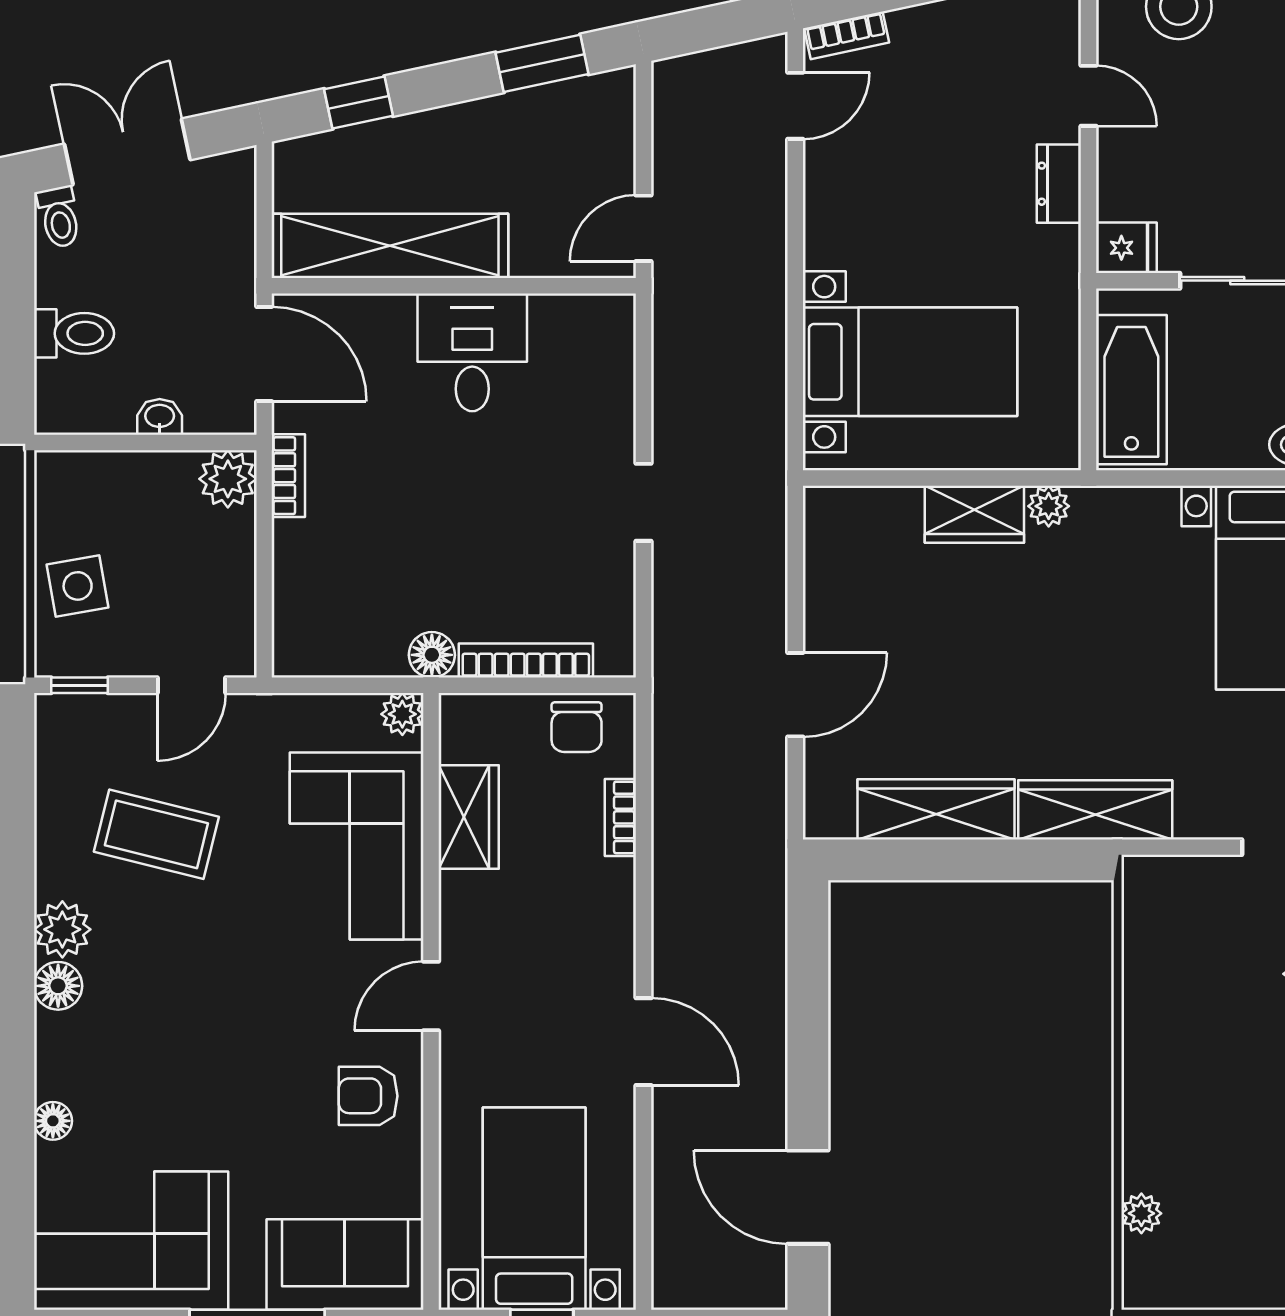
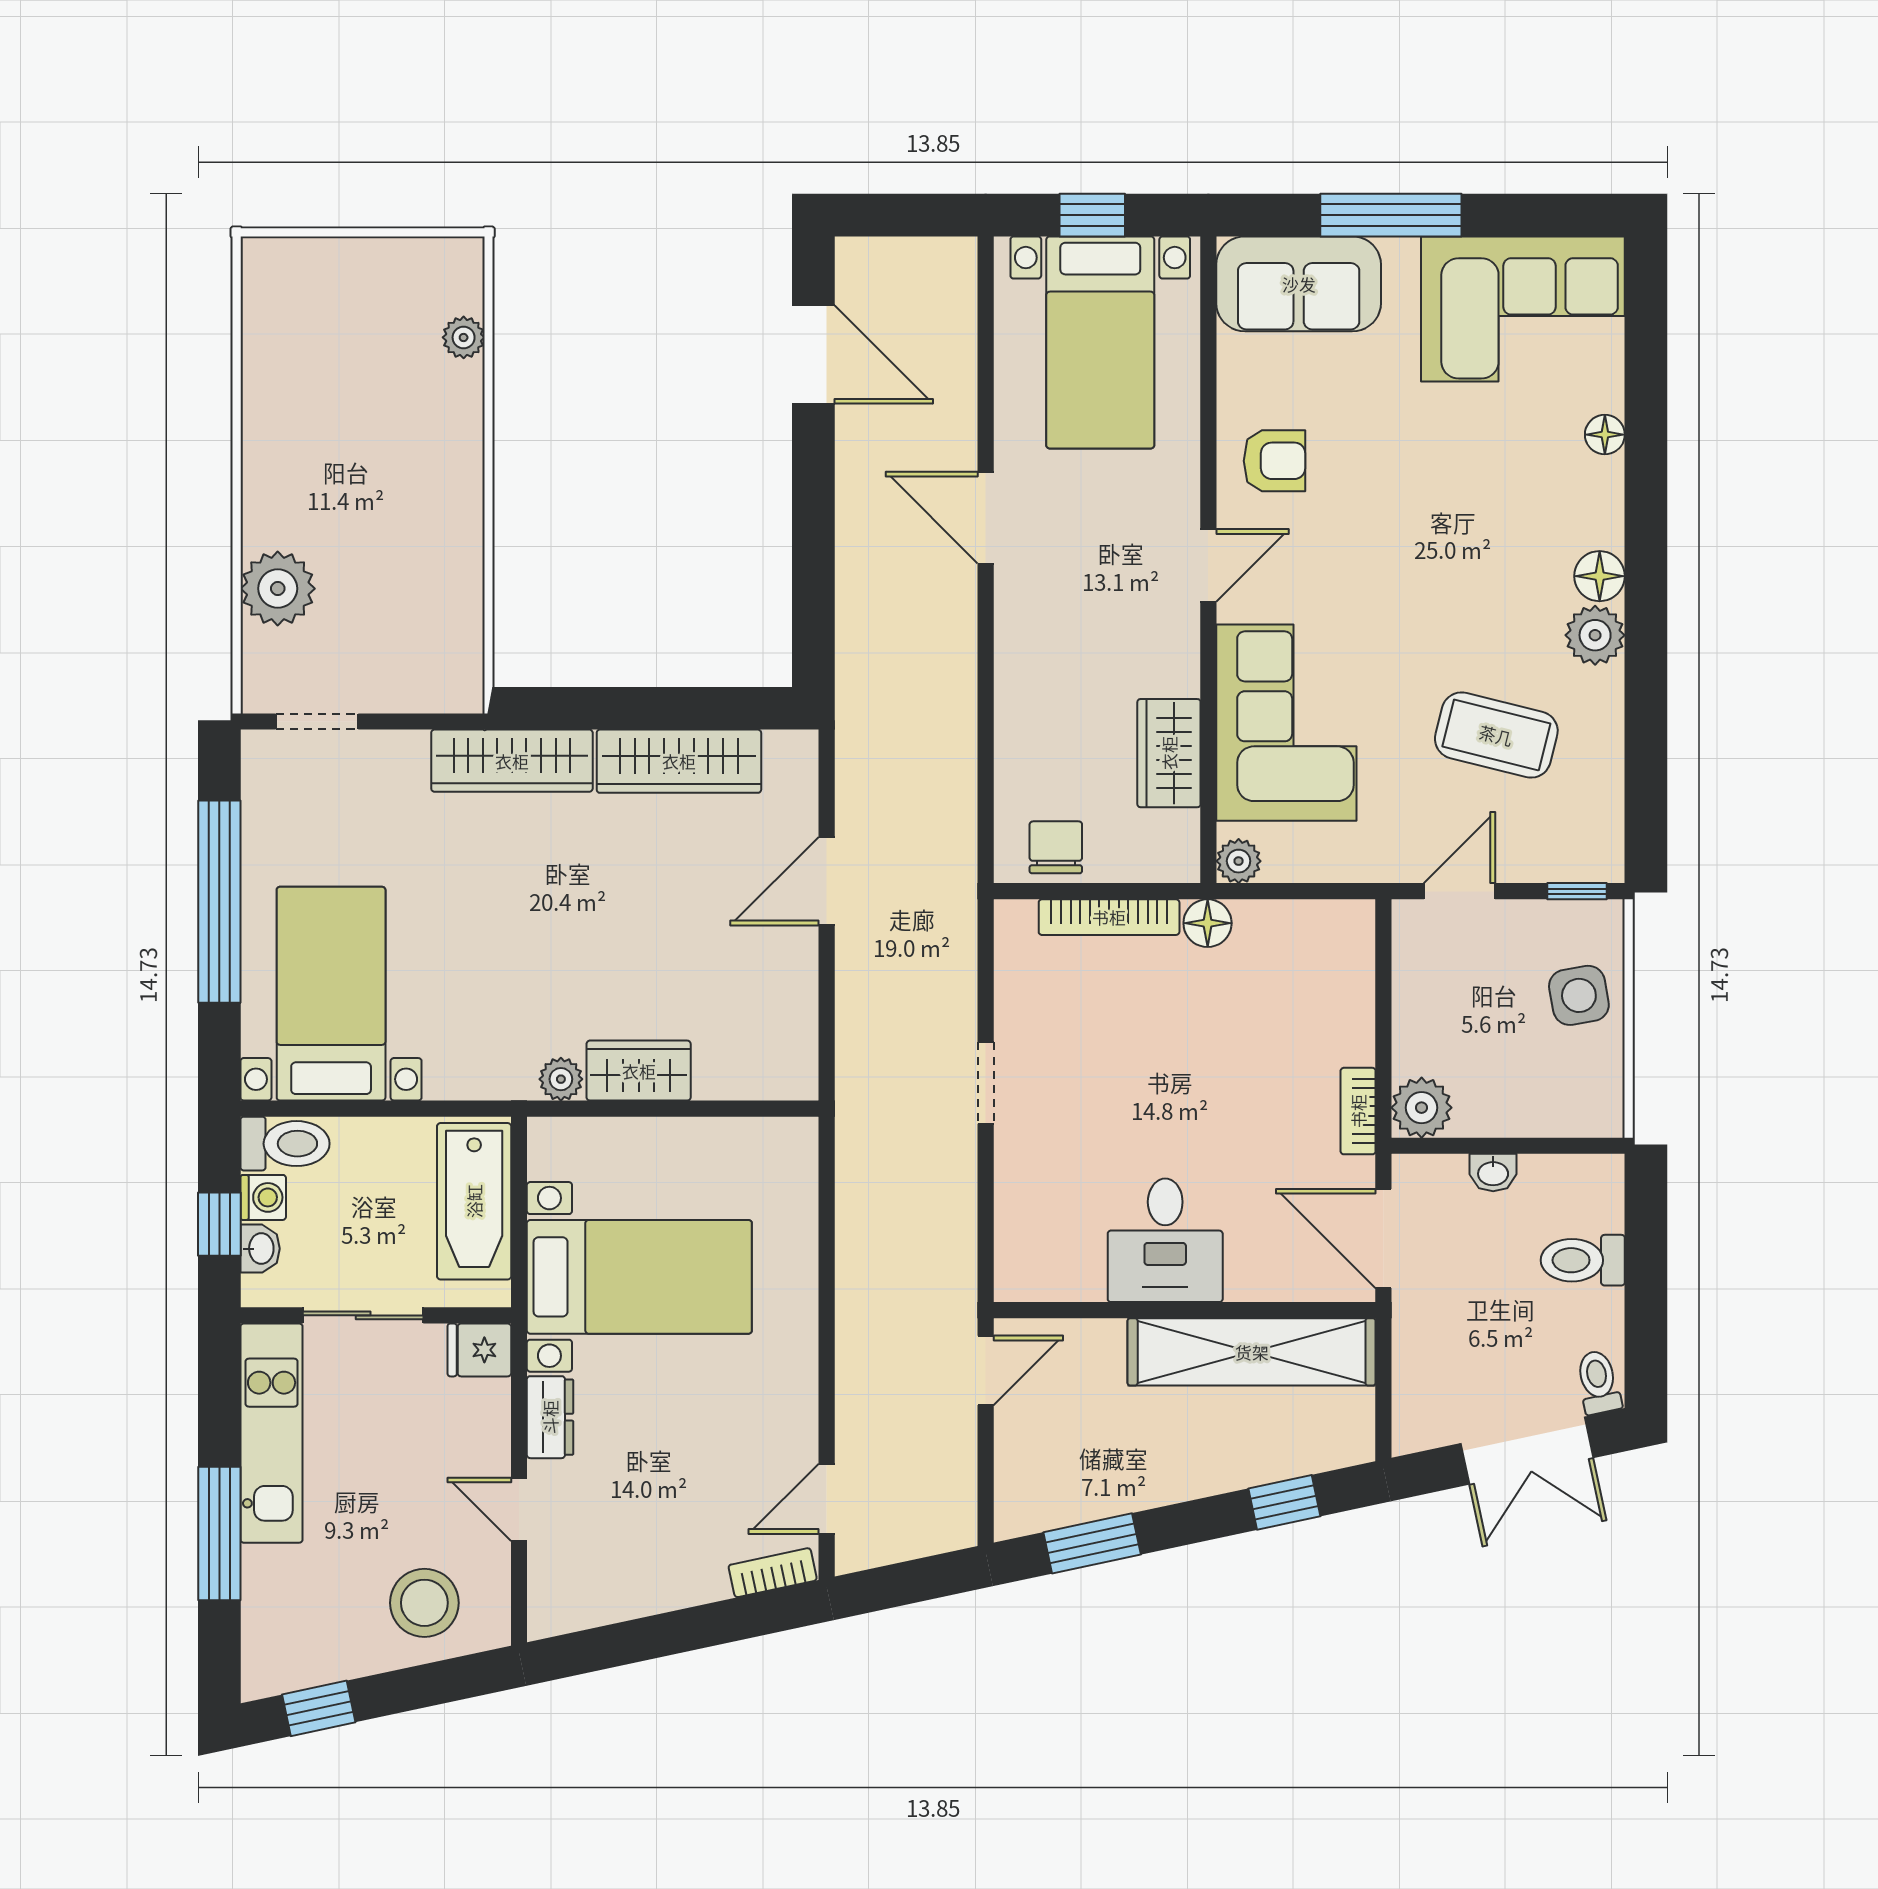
bed with nightstands: (910, 362) -> (639, 1277), moved, turned 180
bookcase: (620, 817) -> (1010, 753), removed

